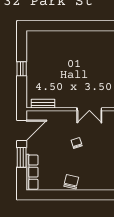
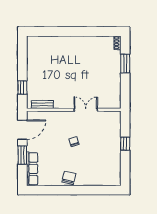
window: (22, 69) -> (22, 88), moved
double door: (89, 109) -> (86, 110), swing flipped

